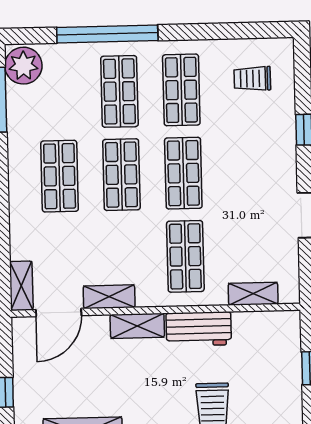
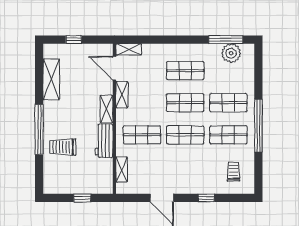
window: (107, 34) -> (258, 126), moved
plant: (23, 66) -> (231, 53), moved

